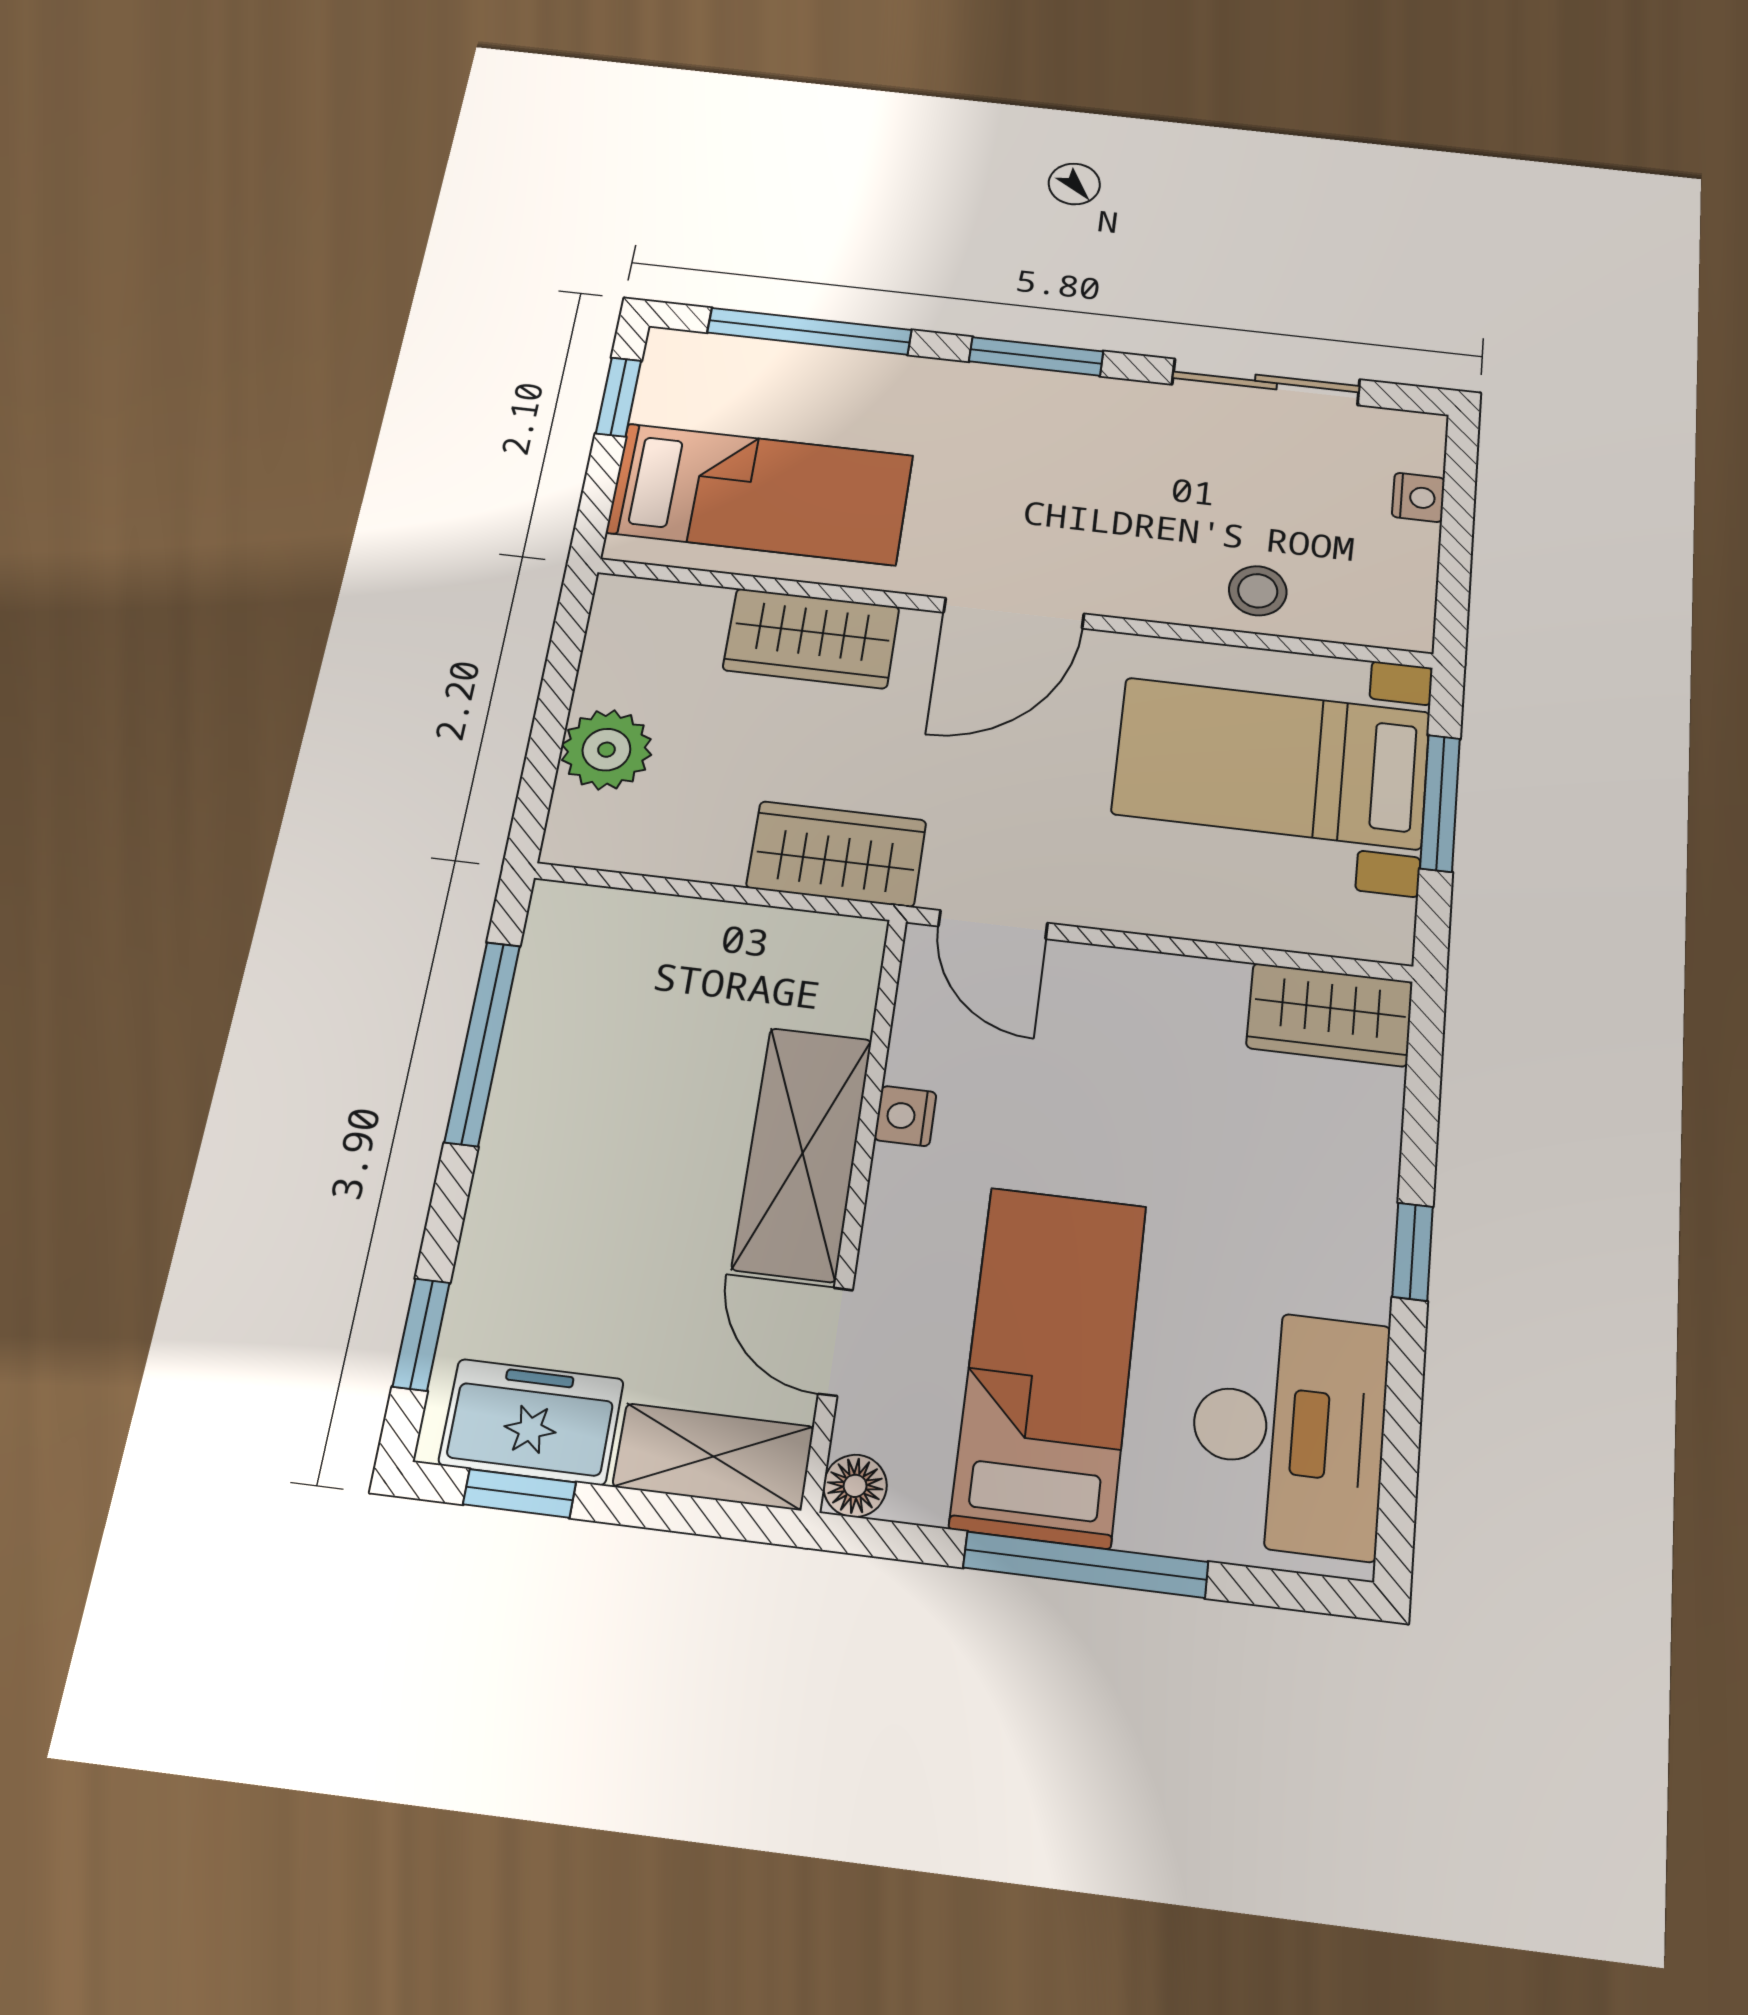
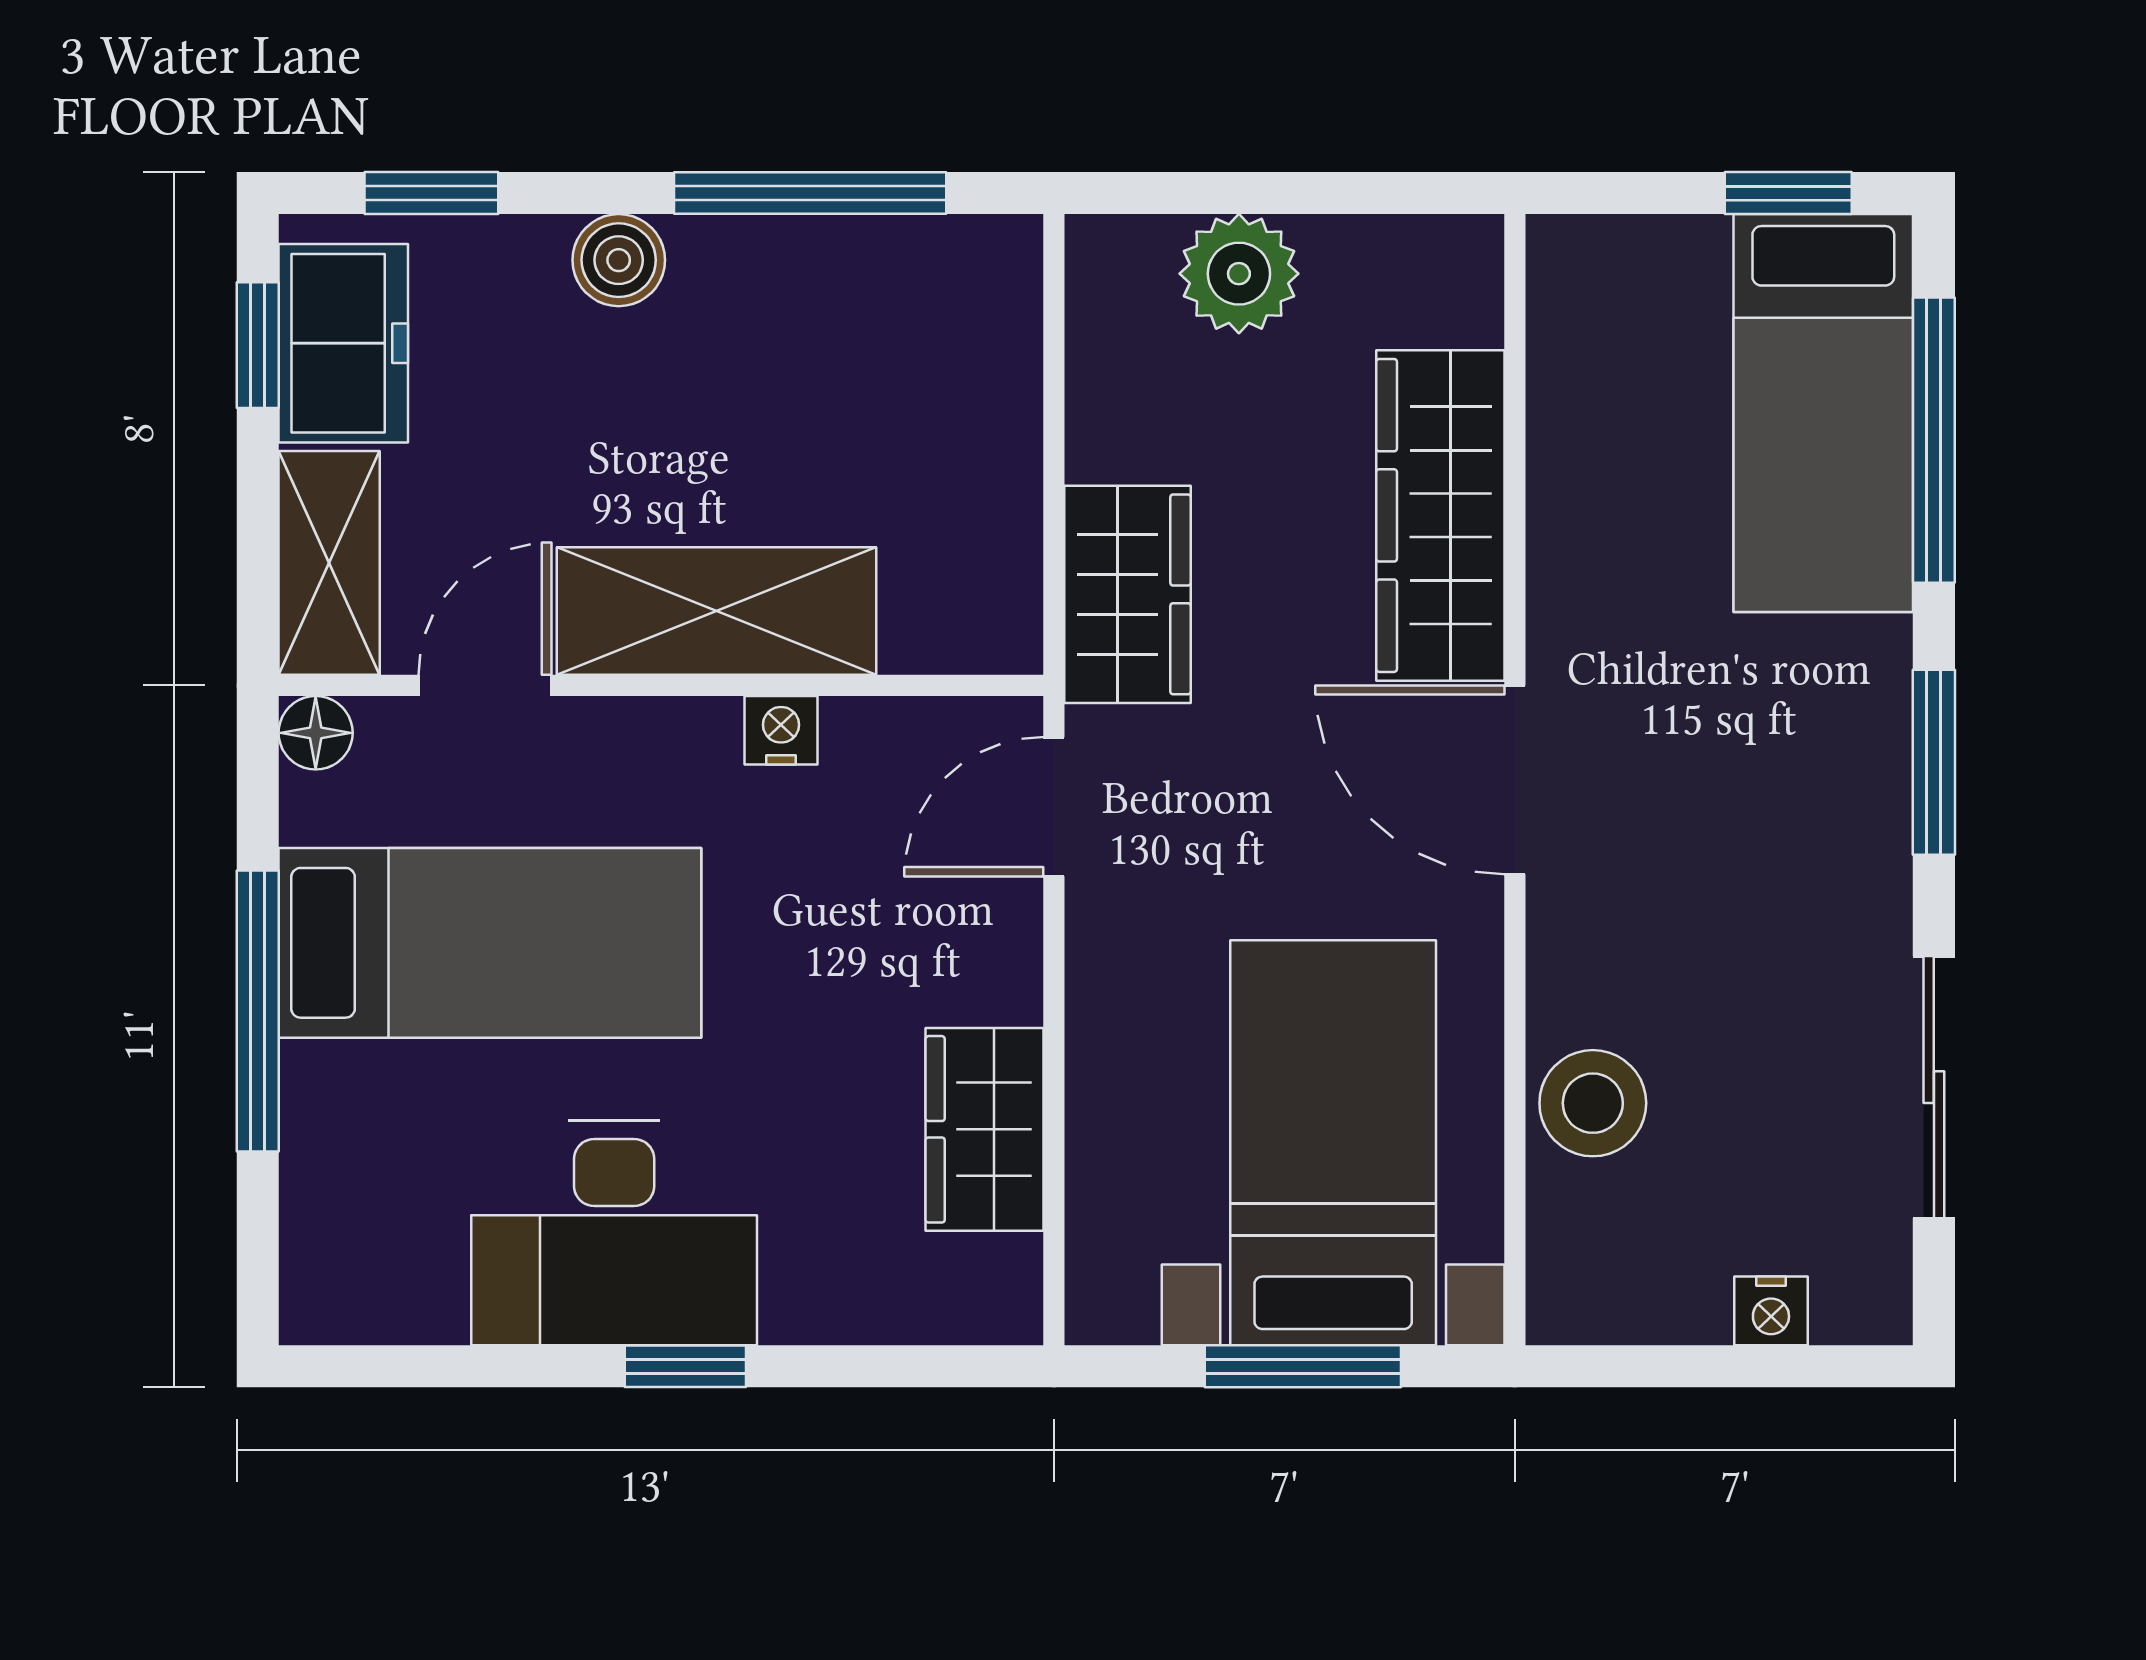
bed: (760, 494) -> (1823, 413), moved
stool: (1258, 591) -> (1593, 1103), width x1.37, depth x1.37
wardrobe: (811, 638) -> (1440, 515), width x1.50
wardrobe: (1330, 1015) -> (985, 1129), moved
boiler: (506, 1194) -> (619, 260), added
desk: (1289, 1431) -> (614, 1233), moved

